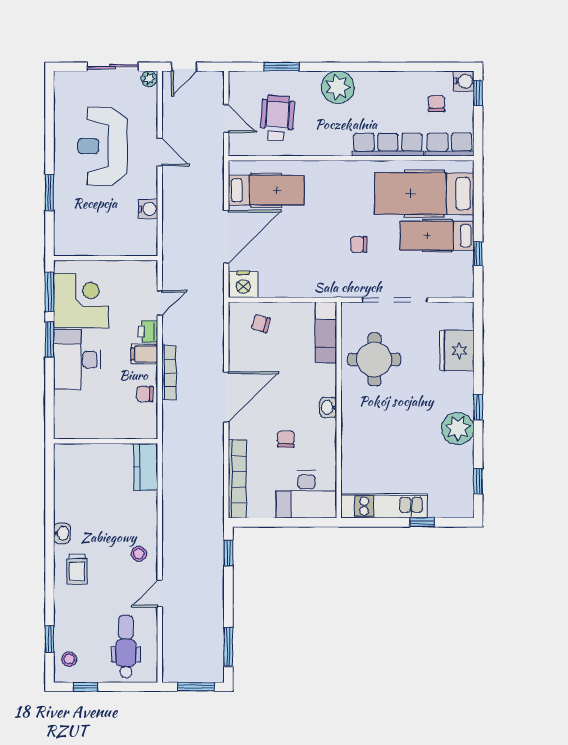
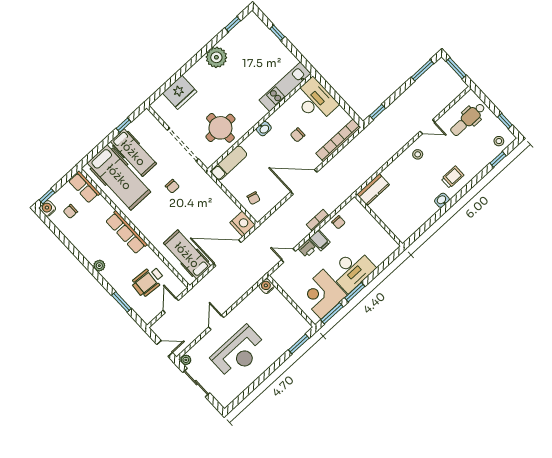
plant: (338, 87) -> (99, 266), width x0.53, depth x0.53
row of seats: (388, 145) -> (126, 232), moved
window: (49, 193) -> (299, 344), moved
water cooler: (148, 209) -> (267, 286), moved
bookcase: (169, 373) -> (318, 220), width x0.64
window: (478, 407) -> (197, 57), removed
kitchen unit: (384, 506) -> (285, 87), moved, turned 90

